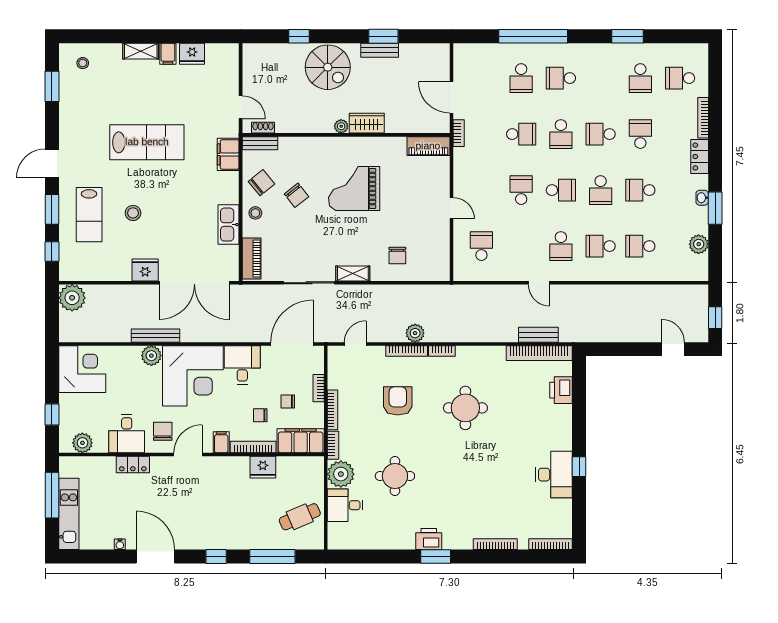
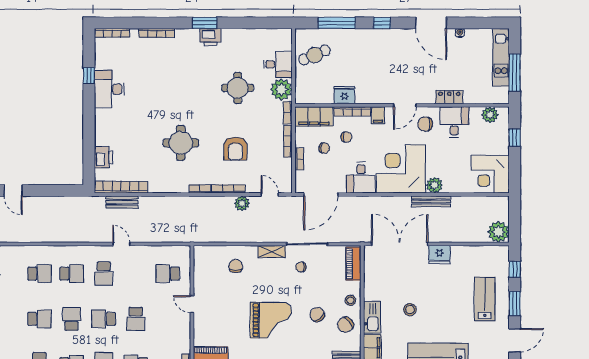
stool: (133, 213) -> (410, 310), moved
kitchen sink: (229, 225) -> (372, 317), moved
school desk: (481, 246) -> (168, 274), turned 90
school desk: (561, 246) -> (104, 274), turned 180
chair: (317, 254) -> (301, 267), added
plant: (415, 333) -> (242, 203), moved
door: (355, 344) -> (270, 195), swing flipped
chair: (163, 431) -> (425, 124), turned 90
window: (579, 467) -> (89, 76), moved

